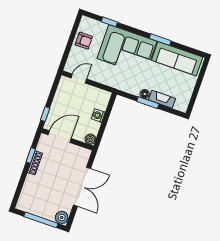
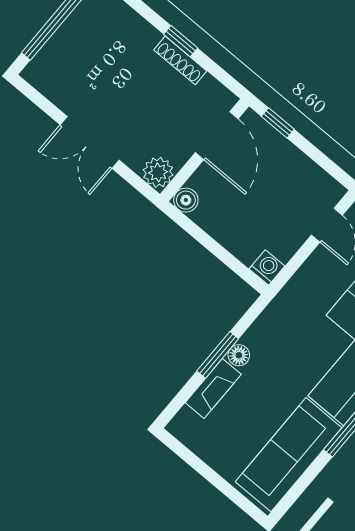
washing machine: (98, 116) -> (267, 268), moved
window: (31, 155) -> (181, 41), moved
double door: (82, 187) -> (90, 142), width x0.73
plant: (62, 217) -> (158, 172), moved

